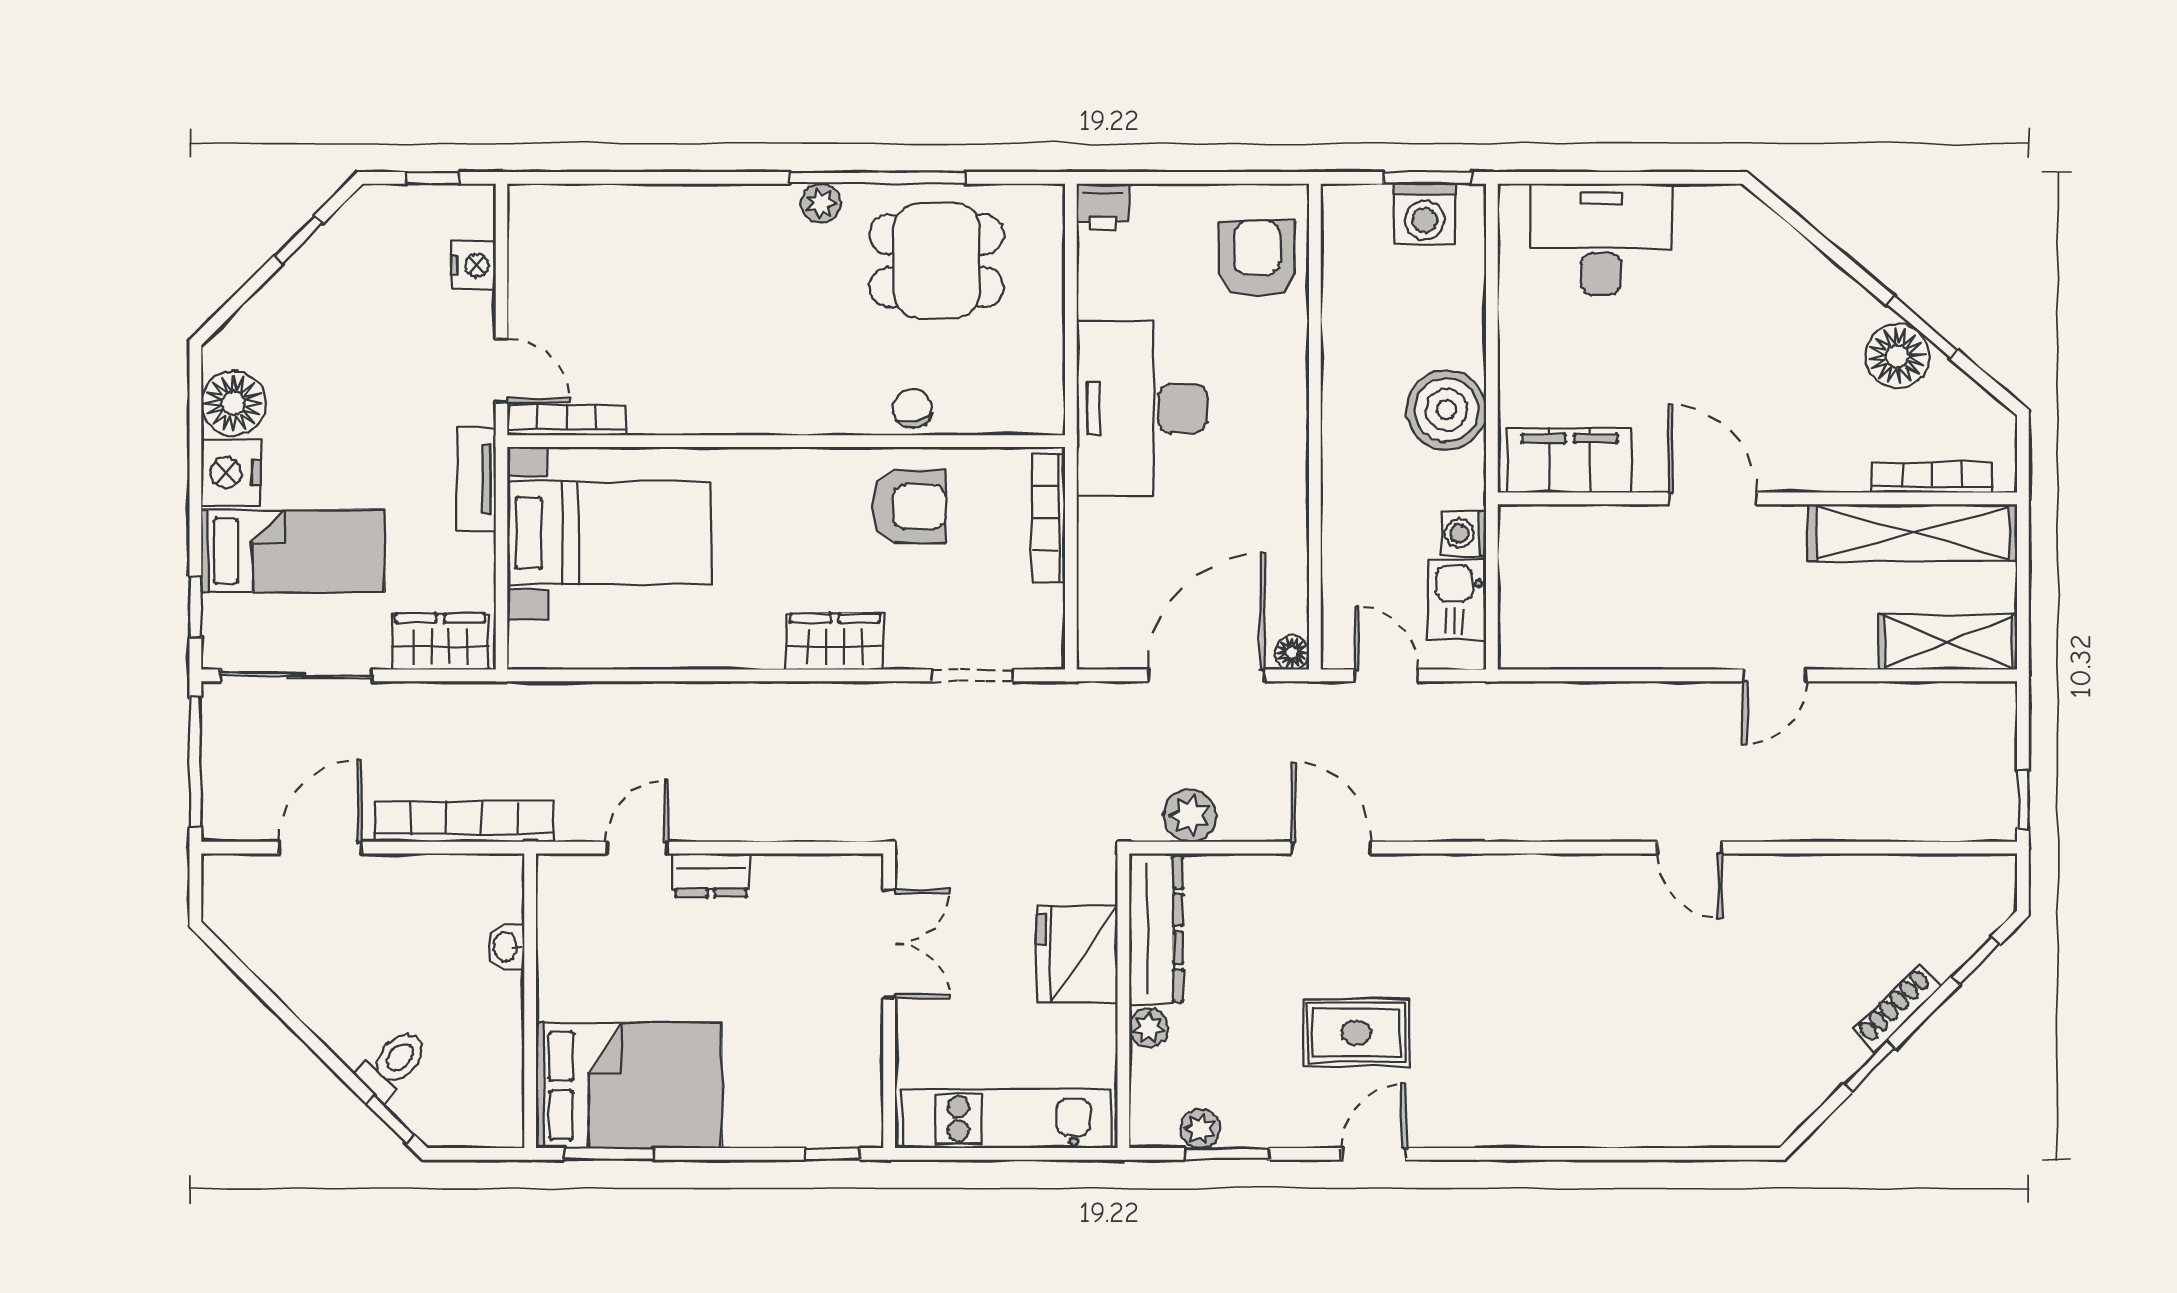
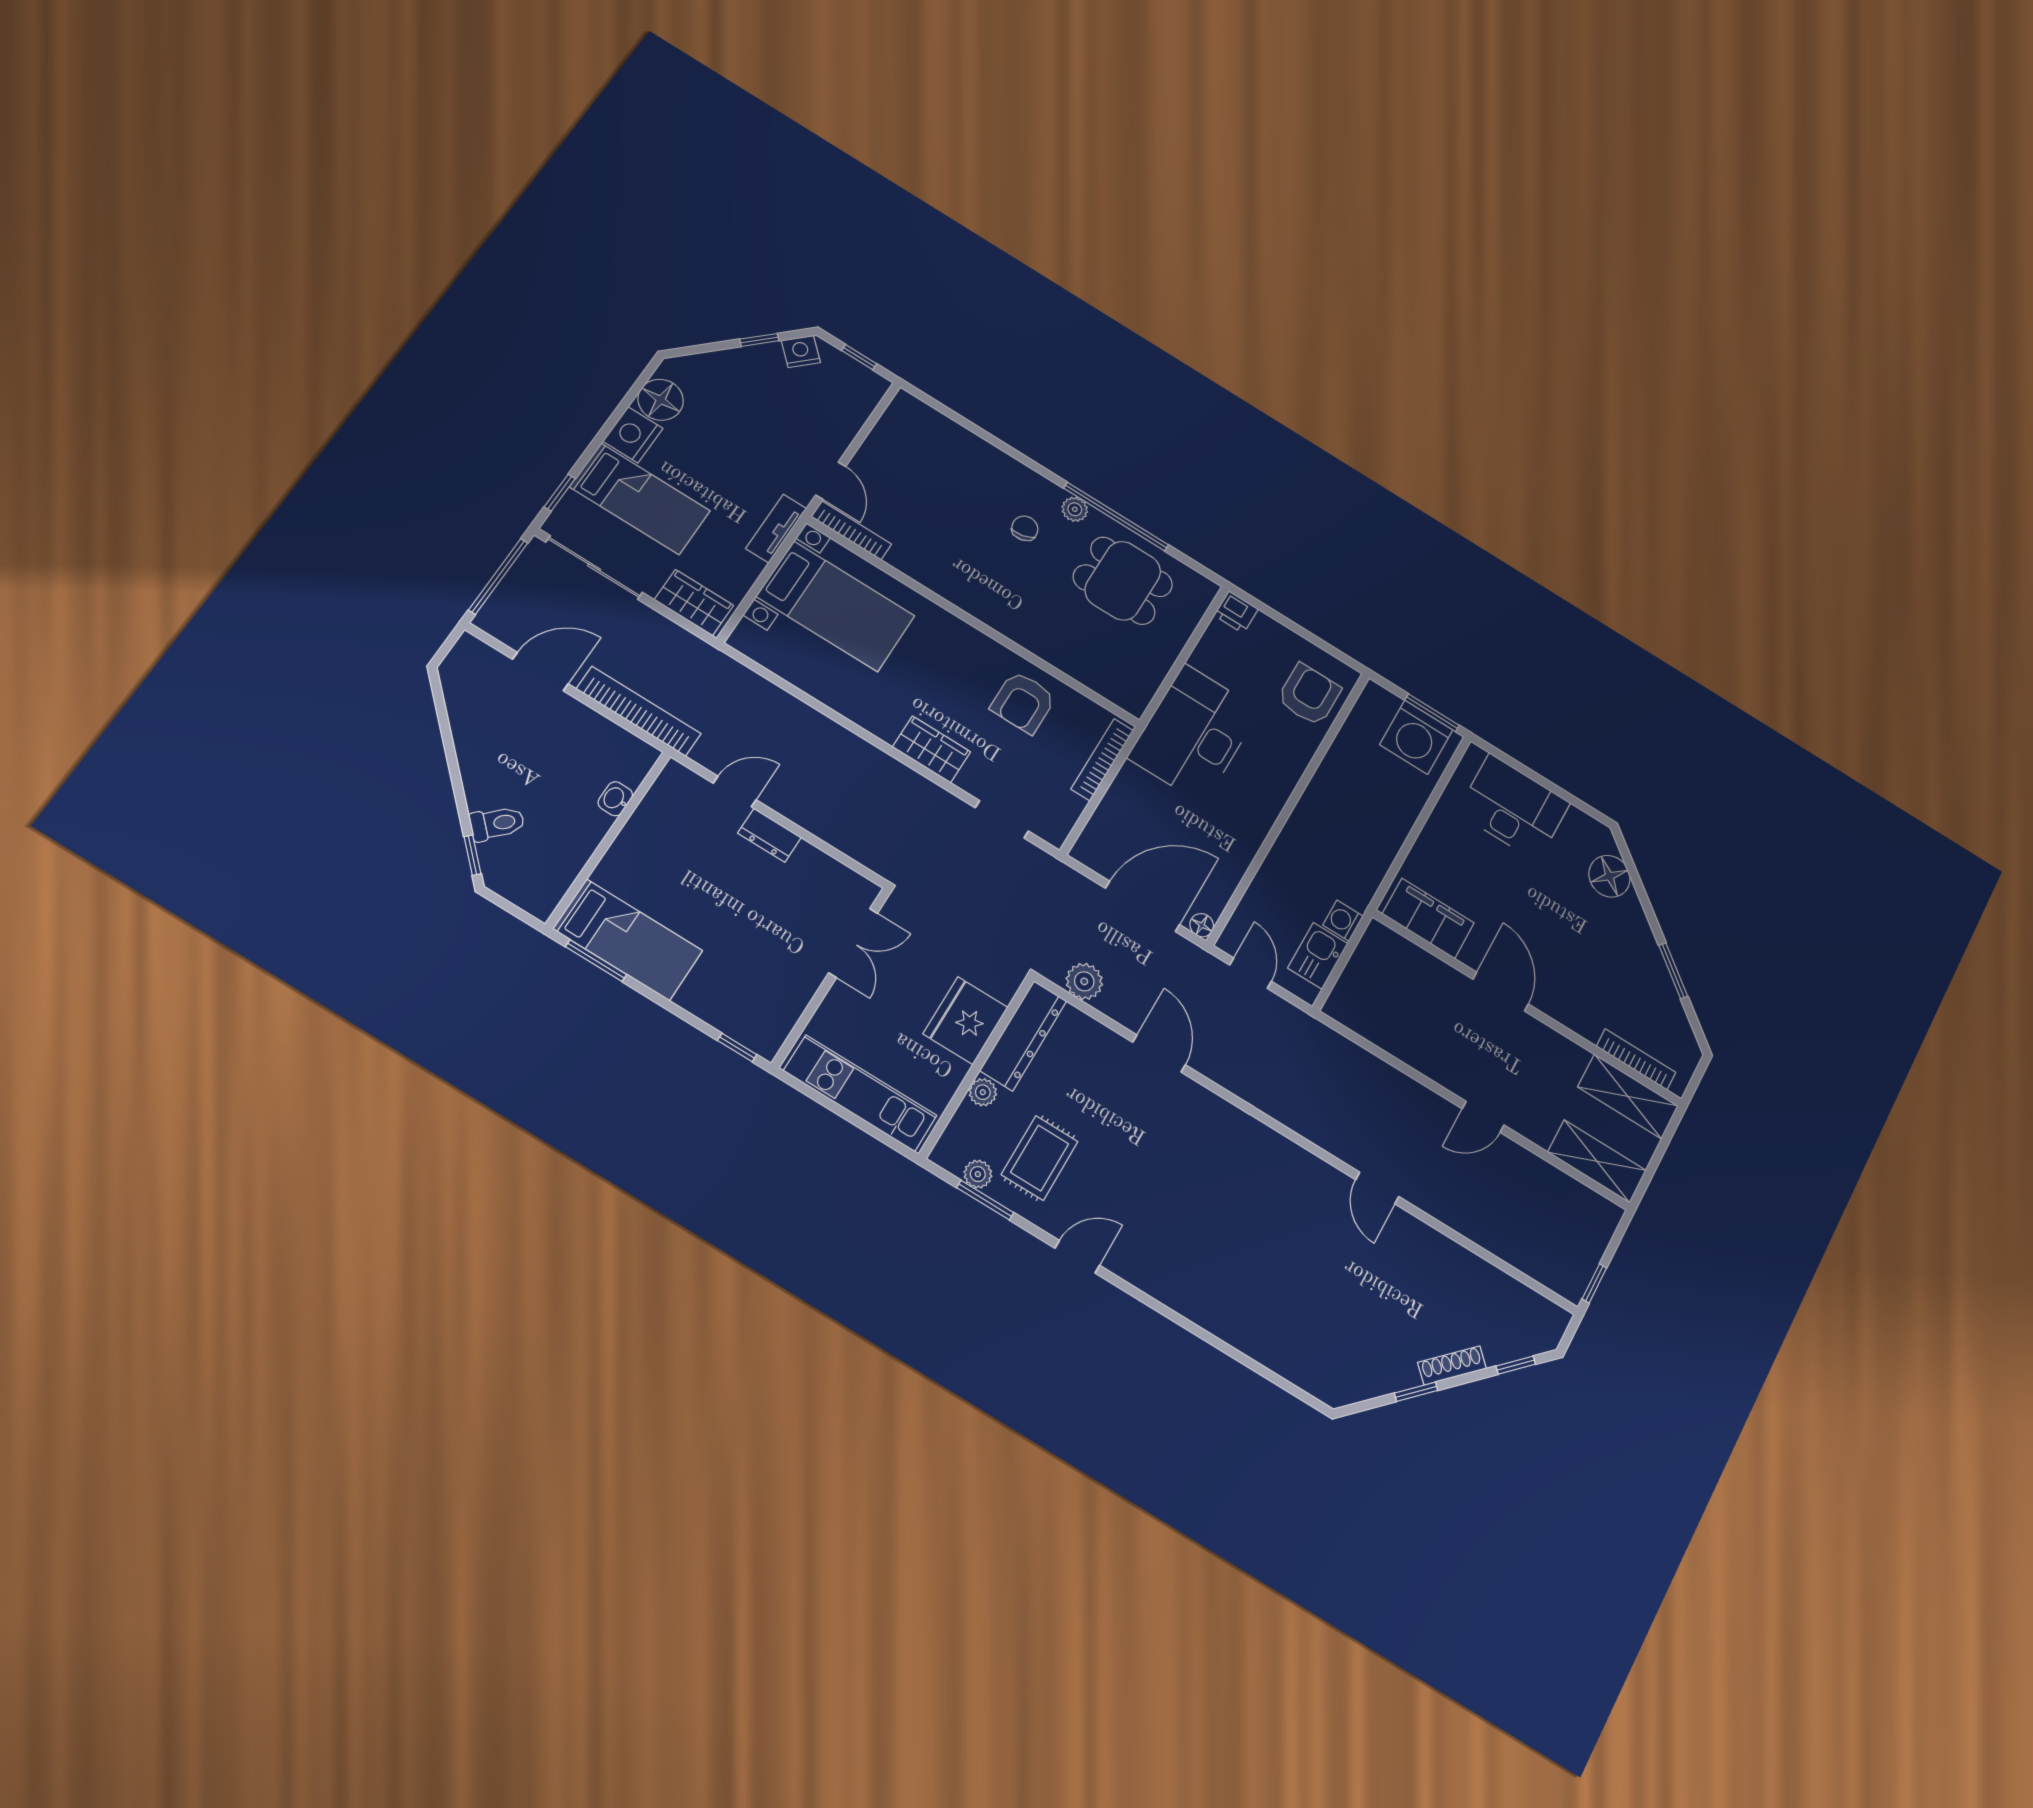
washing machine: (1425, 214) -> (1416, 737), width x1.37, depth x1.37
nightstand: (473, 265) -> (801, 351), moved, turned -135
floor lamp: (1897, 356) -> (1609, 876), moved
chair: (912, 408) -> (1025, 528), moved
boiler: (1446, 410) -> (1372, 845), removed
armchair: (909, 507) -> (1023, 702), turned 90
shelving: (1913, 533) -> (1628, 1096), width x0.68
rug: (1356, 1033) -> (1040, 1158), moved, turned 90
bed: (629, 1086) -> (628, 940), width x0.67

